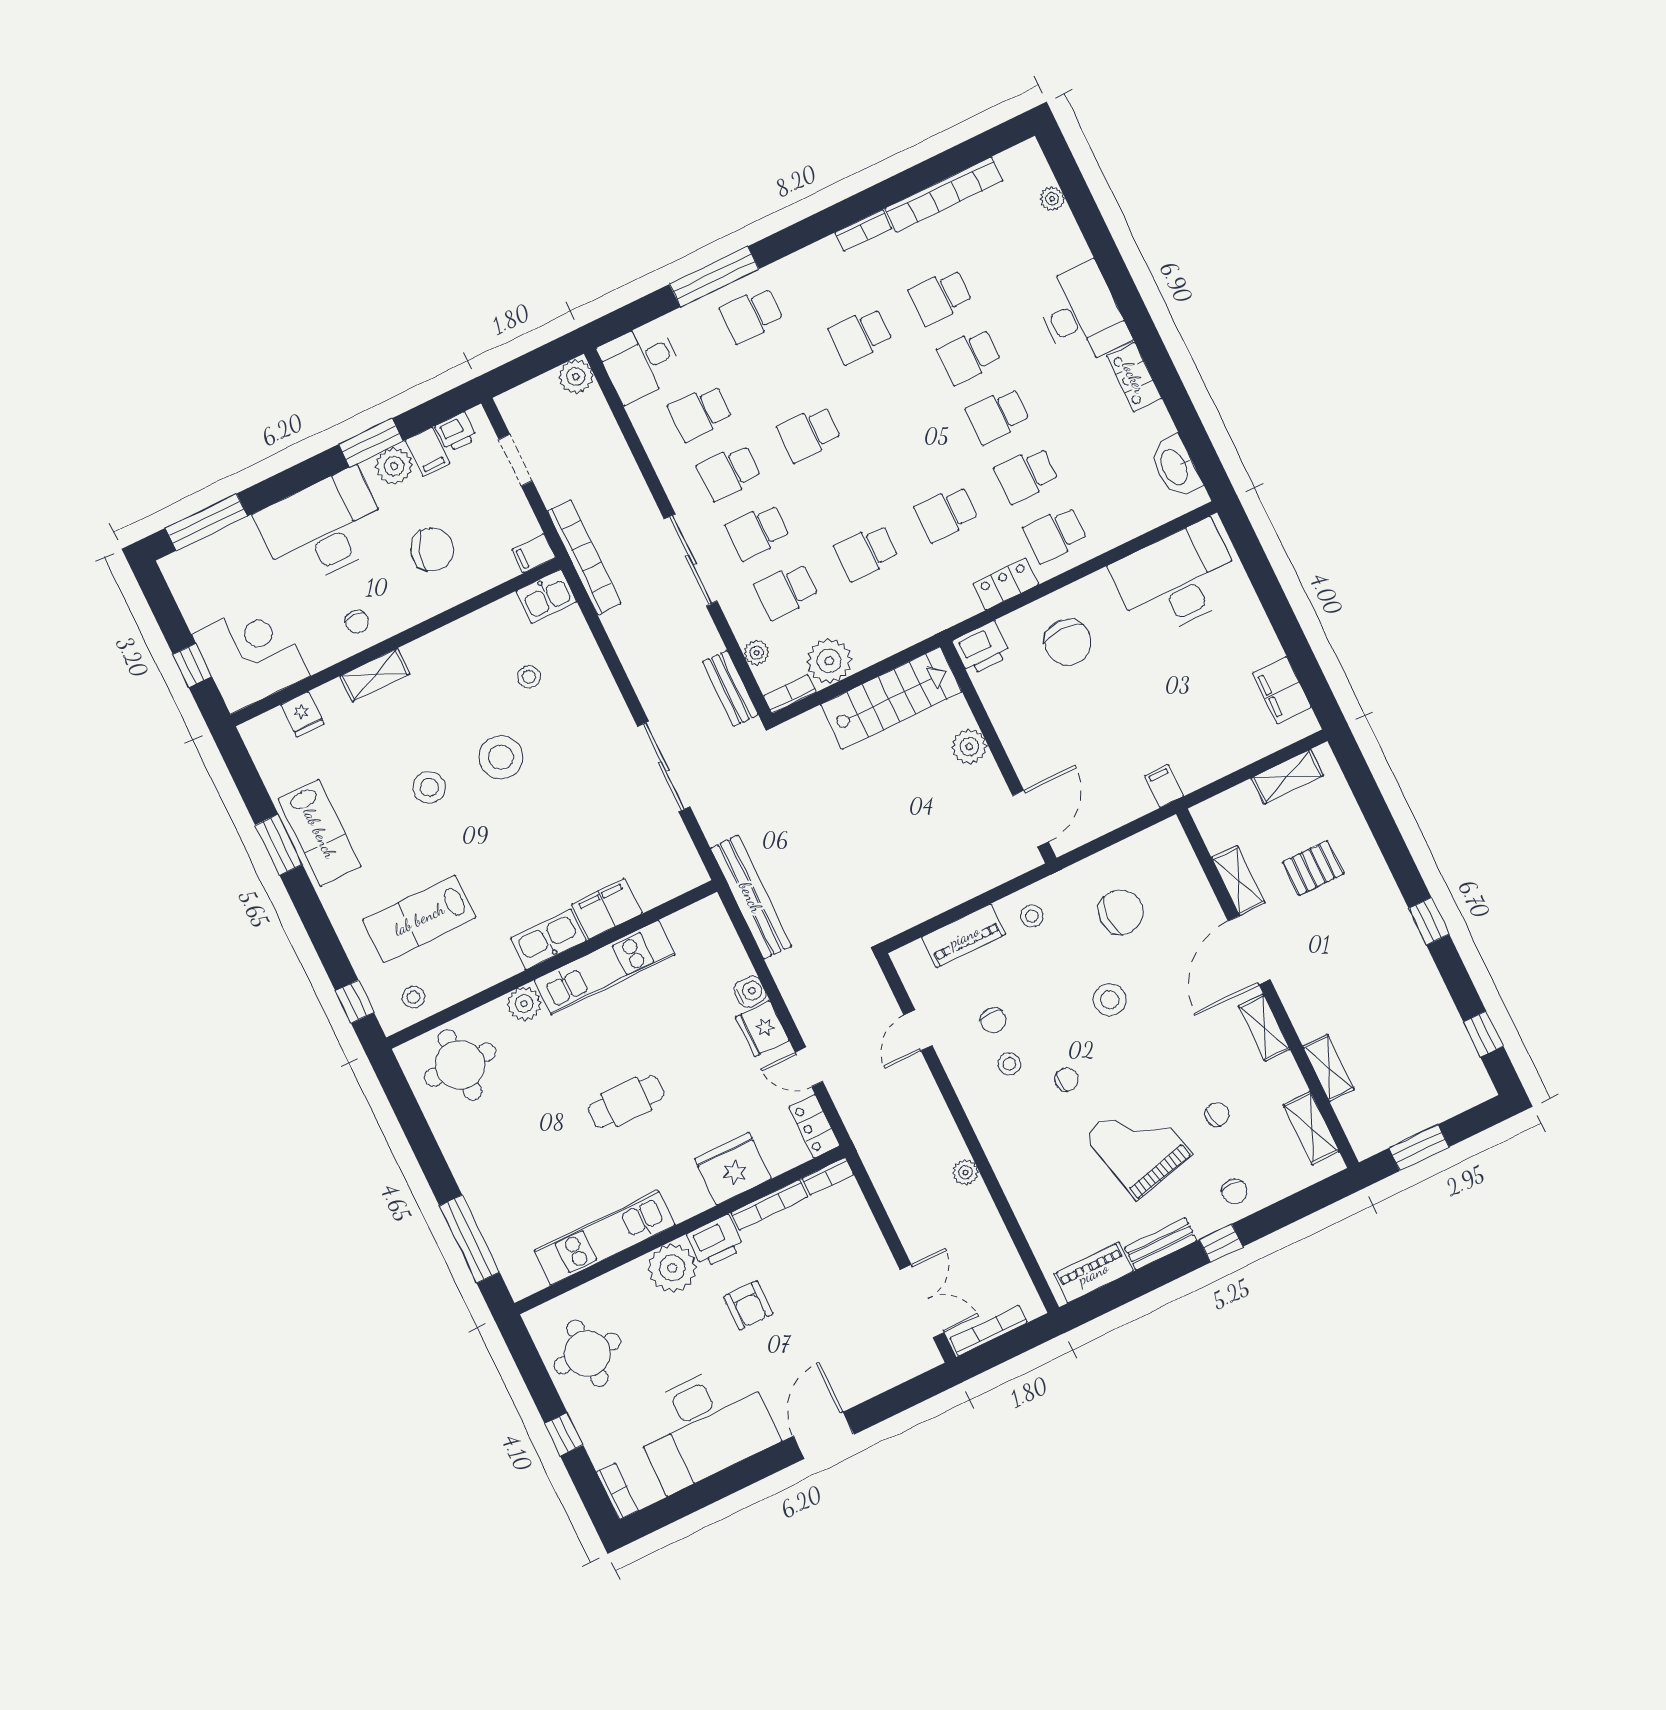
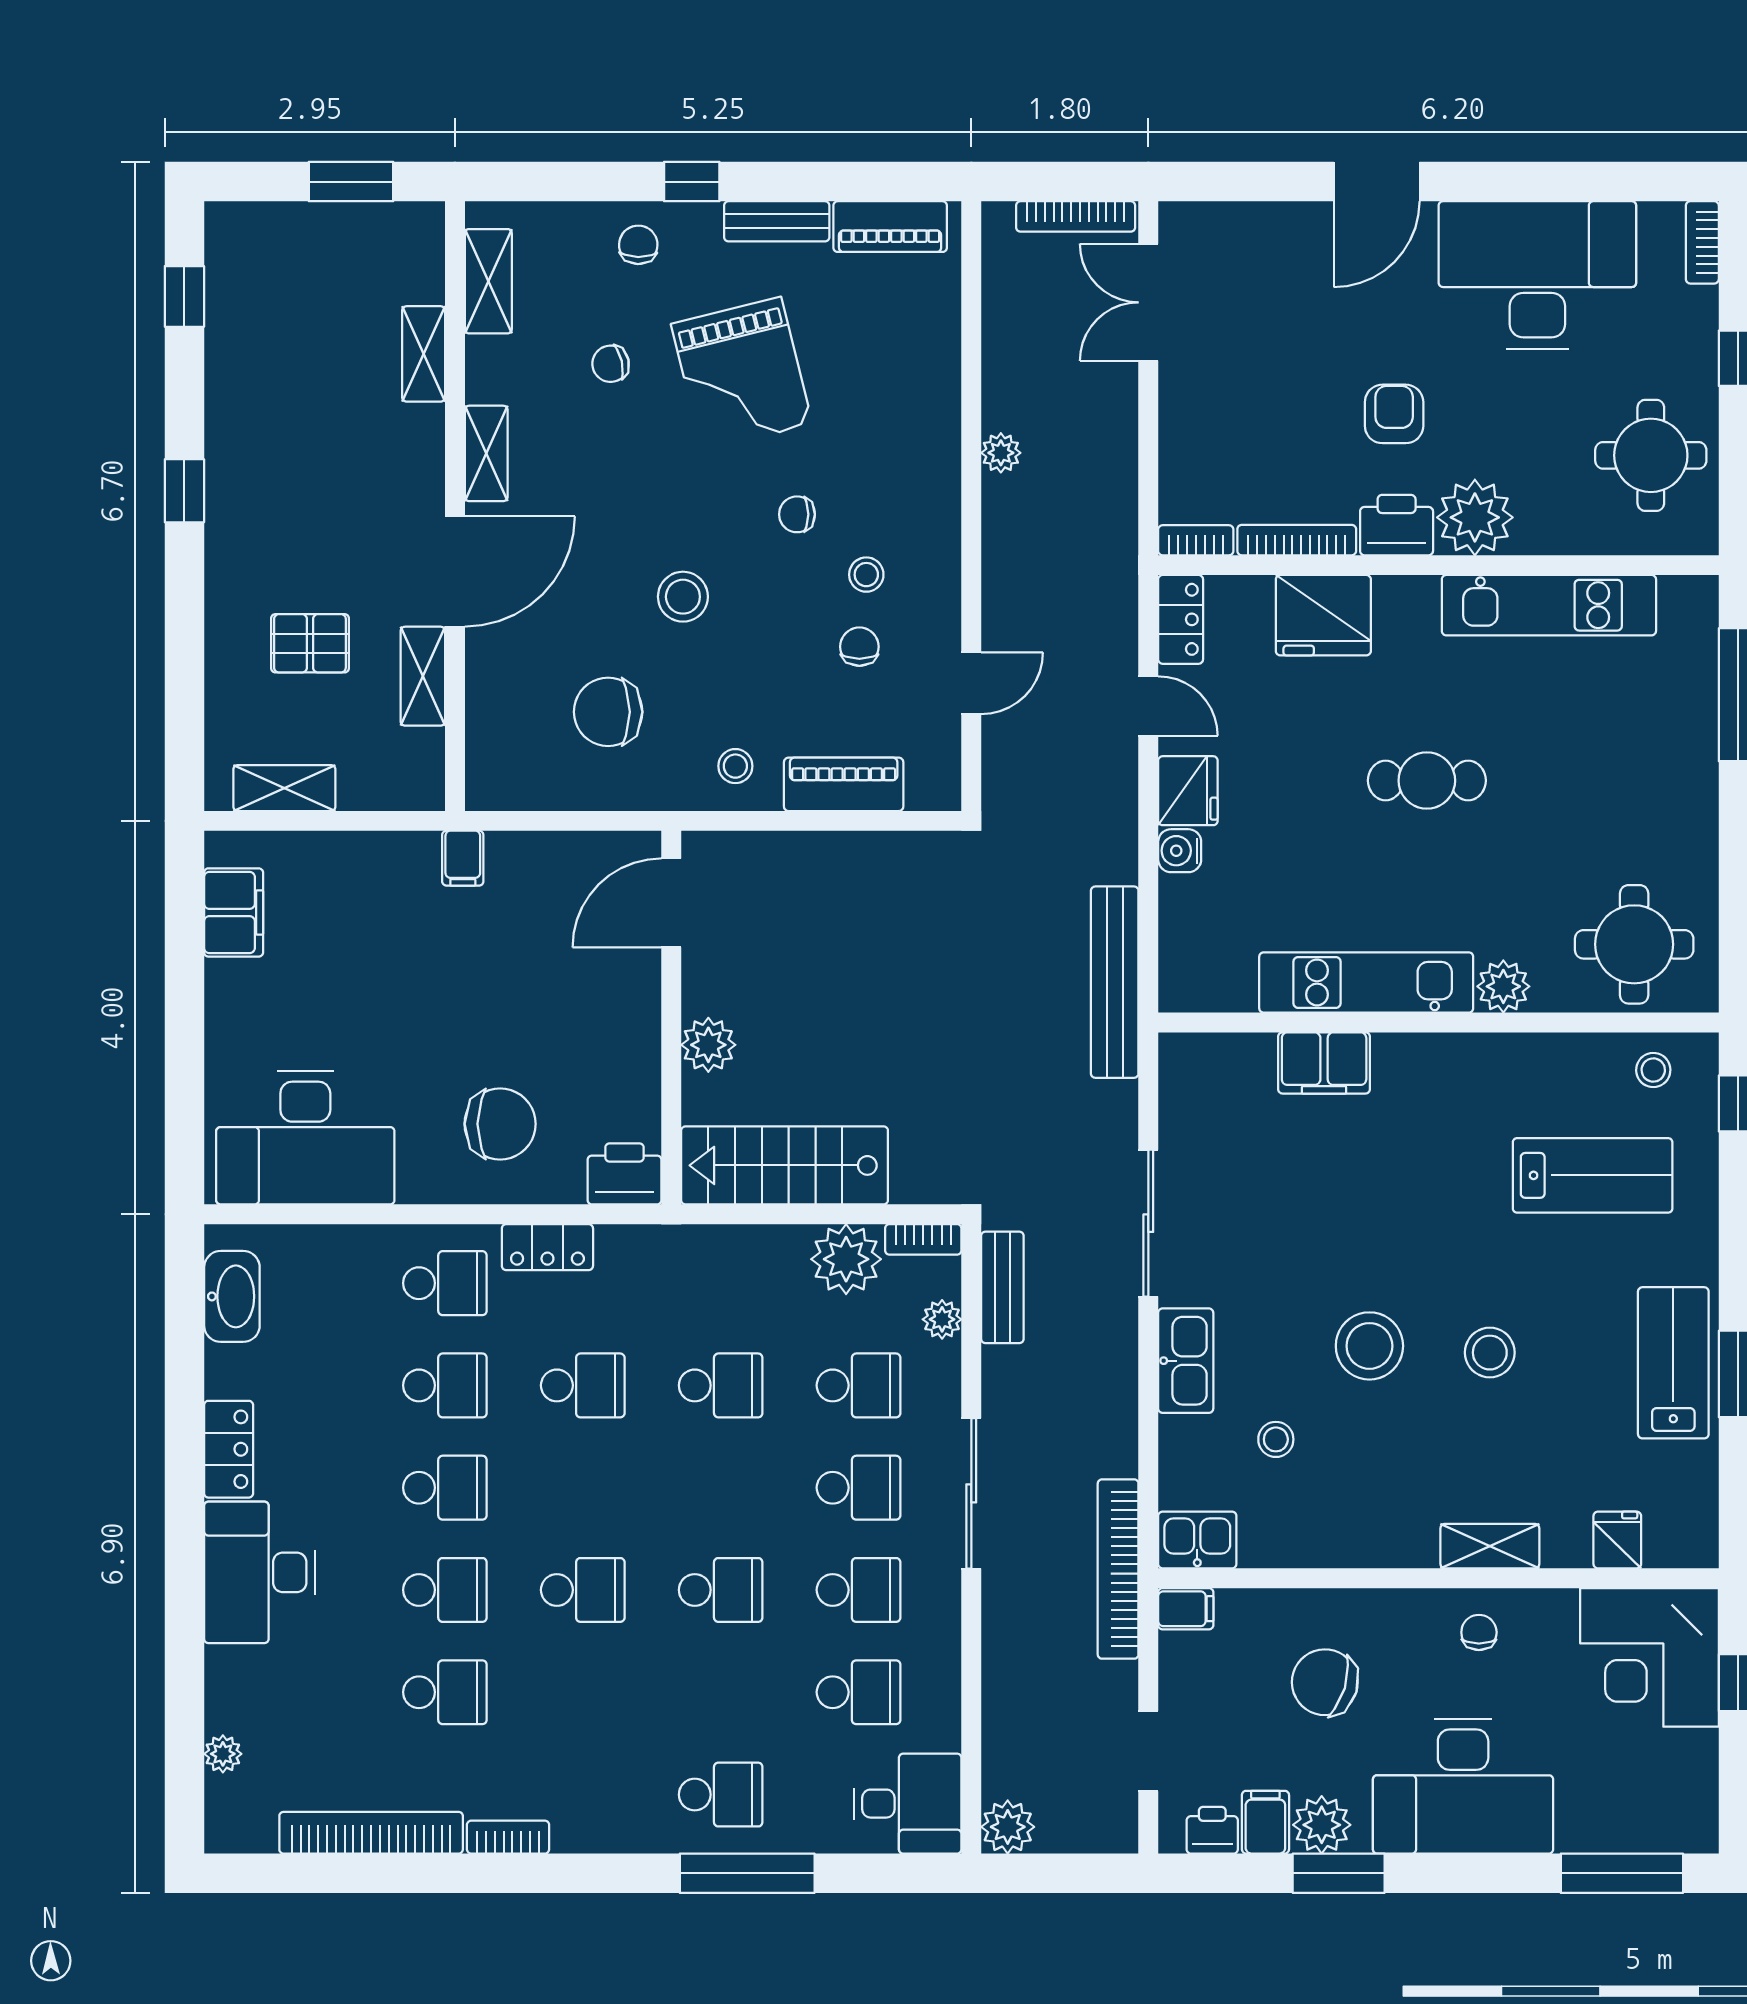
school desk: (860, 336) -> (583, 1590), moved
chair: (1068, 642) -> (500, 1124), turned 90
kitchen sink: (548, 939) -> (1186, 1361), moved, turned -90

